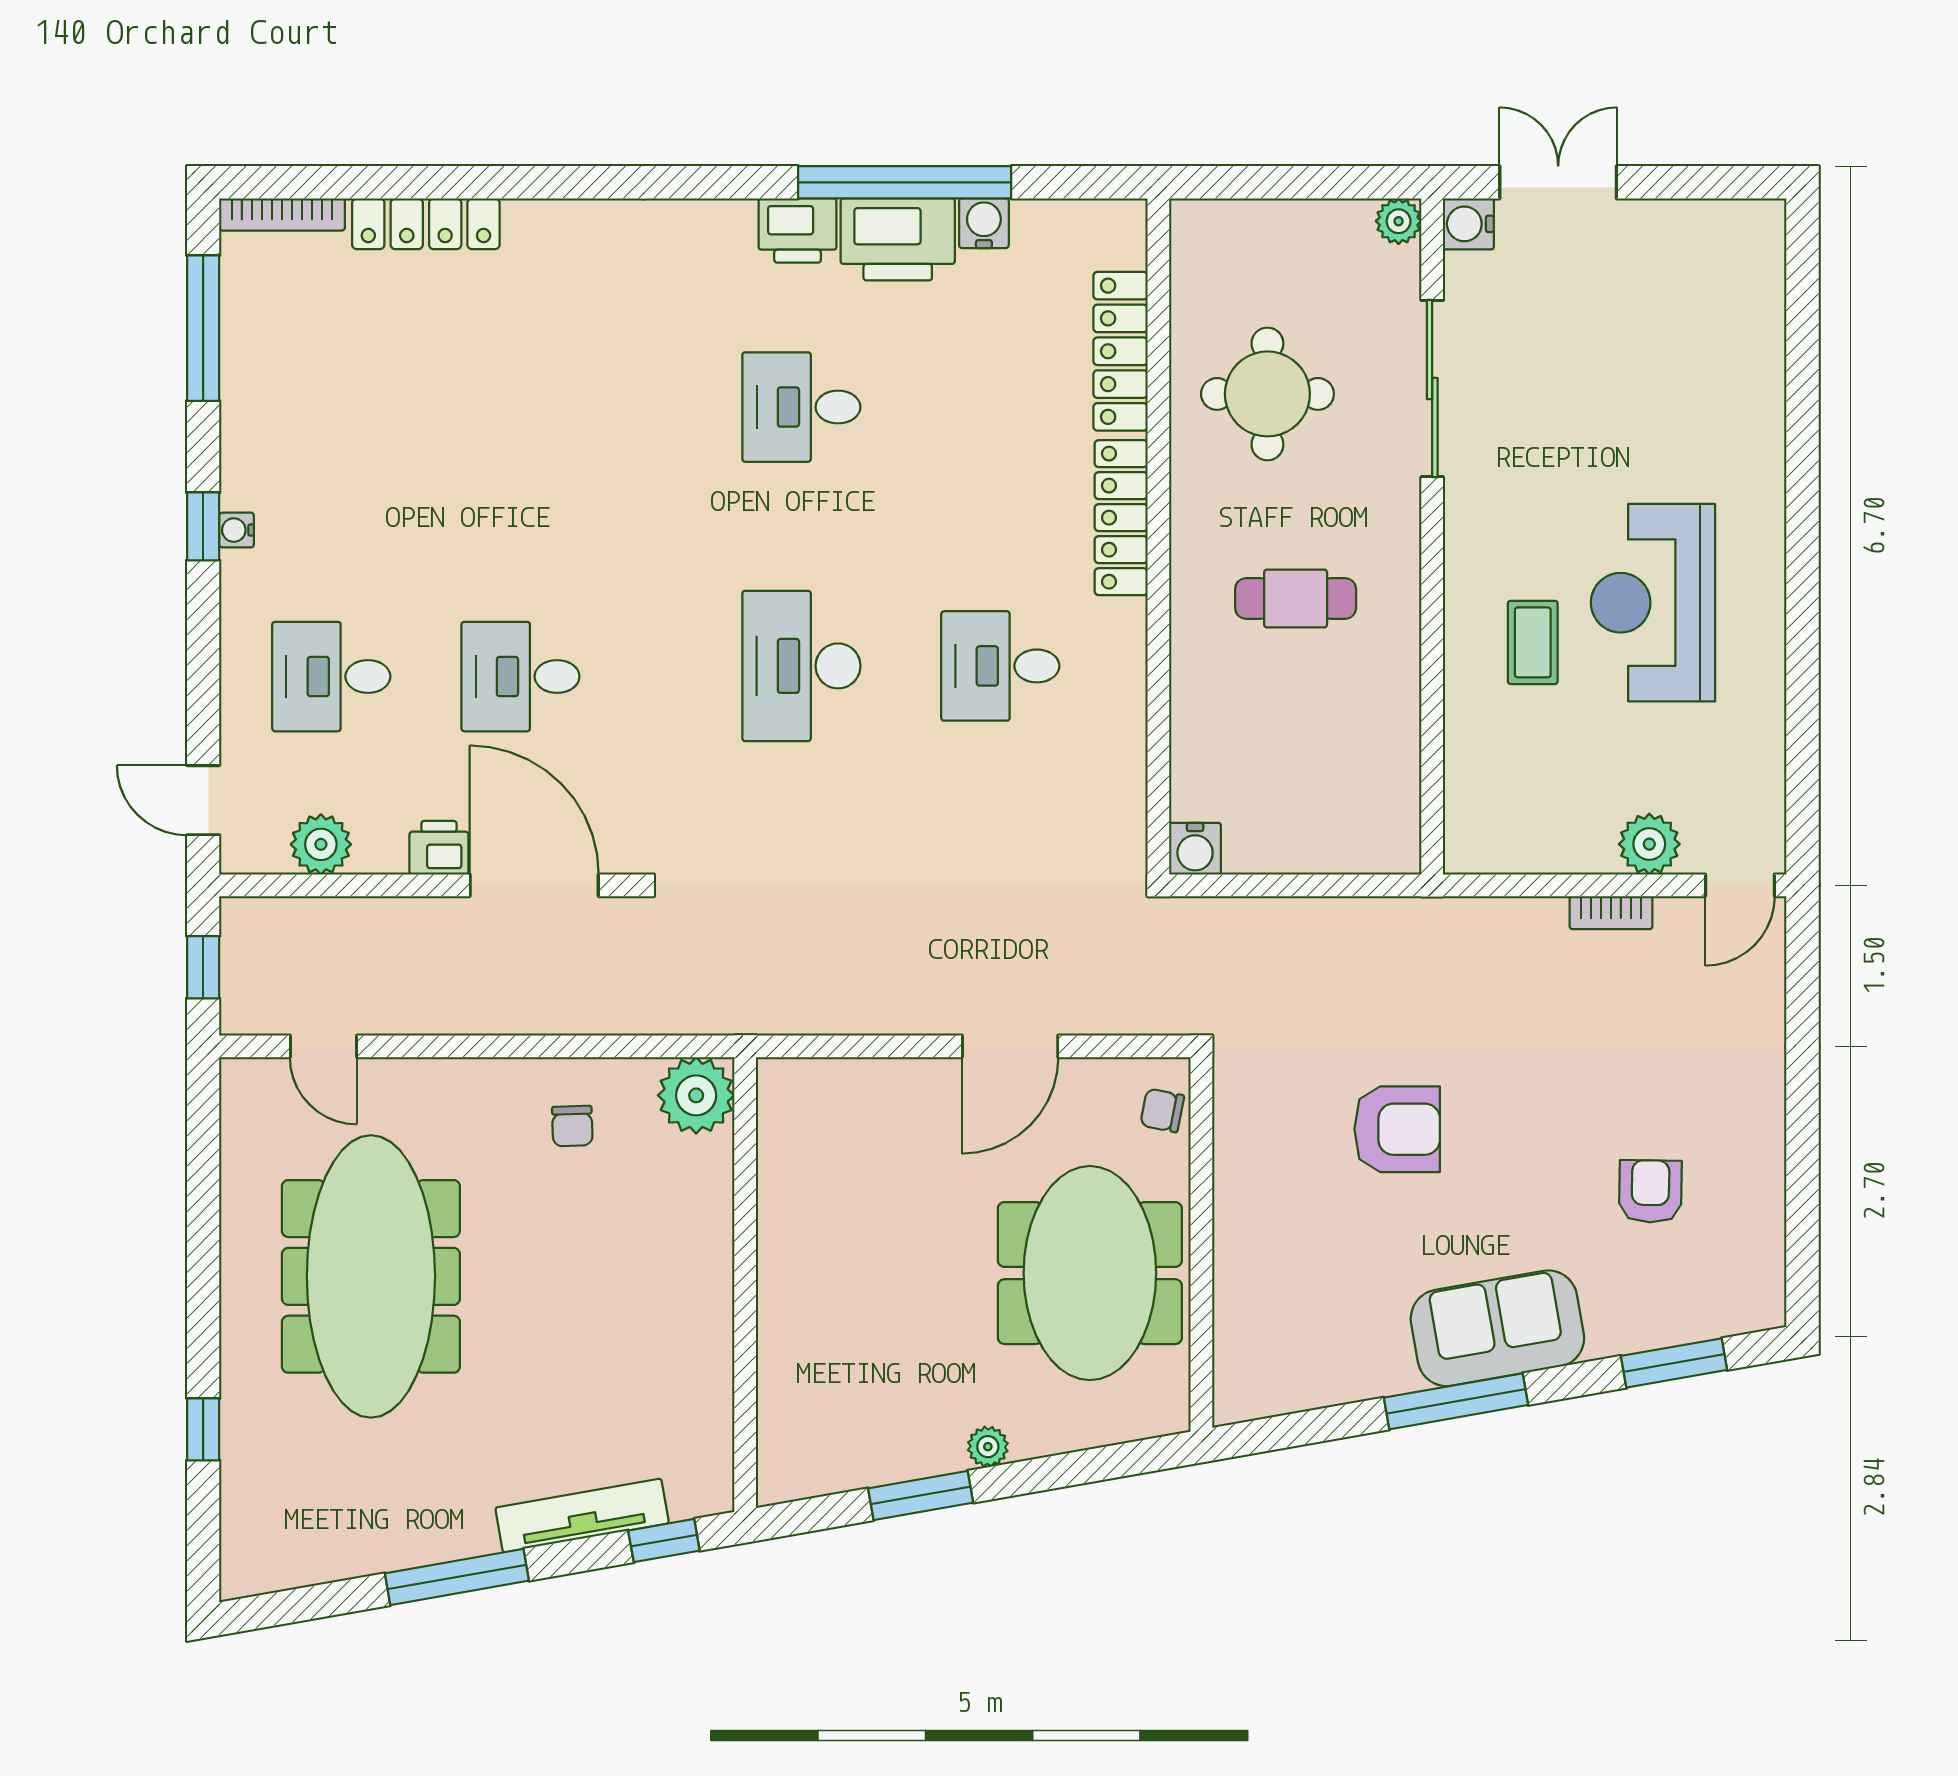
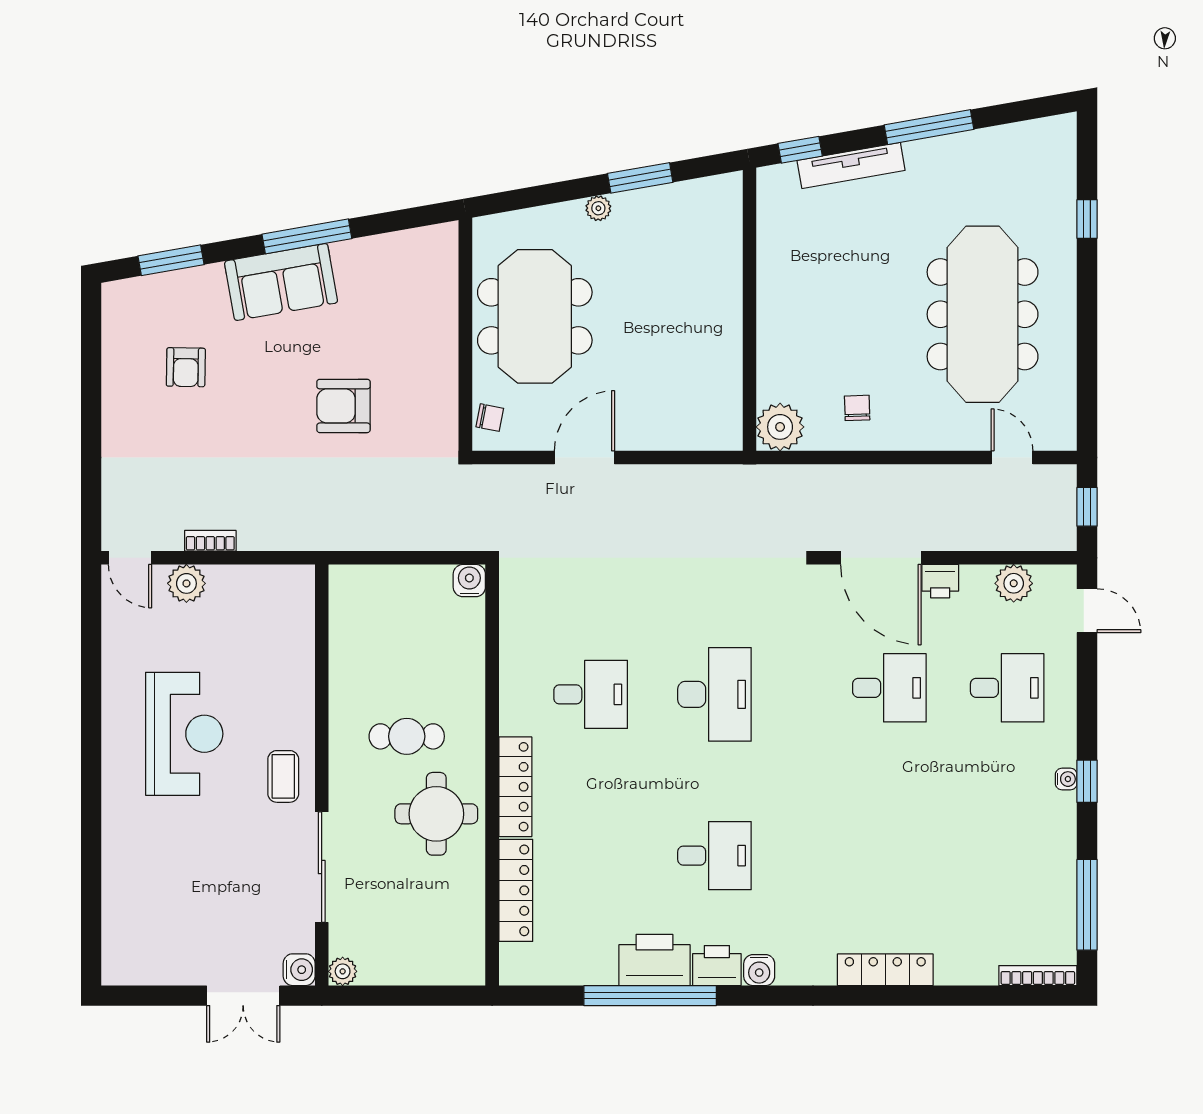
water cooler: (984, 223) -> (759, 970), moved
locker: (426, 224) -> (885, 970), moved
round table: (1267, 394) -> (436, 814), moved
coffee table: (1533, 642) -> (283, 776), moved
door: (1740, 885) -> (130, 558), swing flipped

